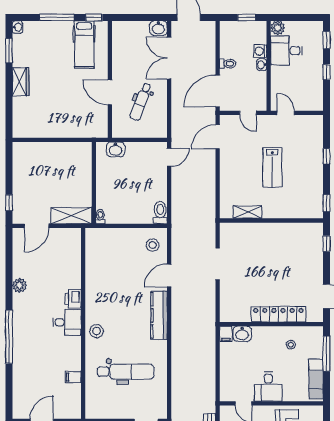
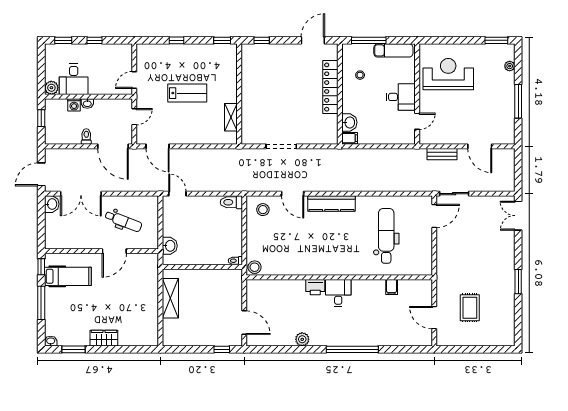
shelving: (71, 216) -> (170, 298), moved
stool: (96, 331) -> (255, 267), moved

